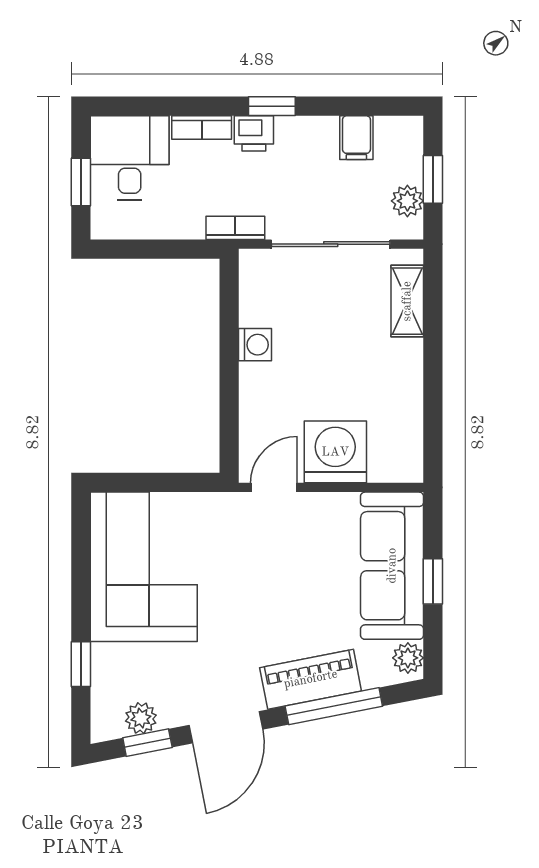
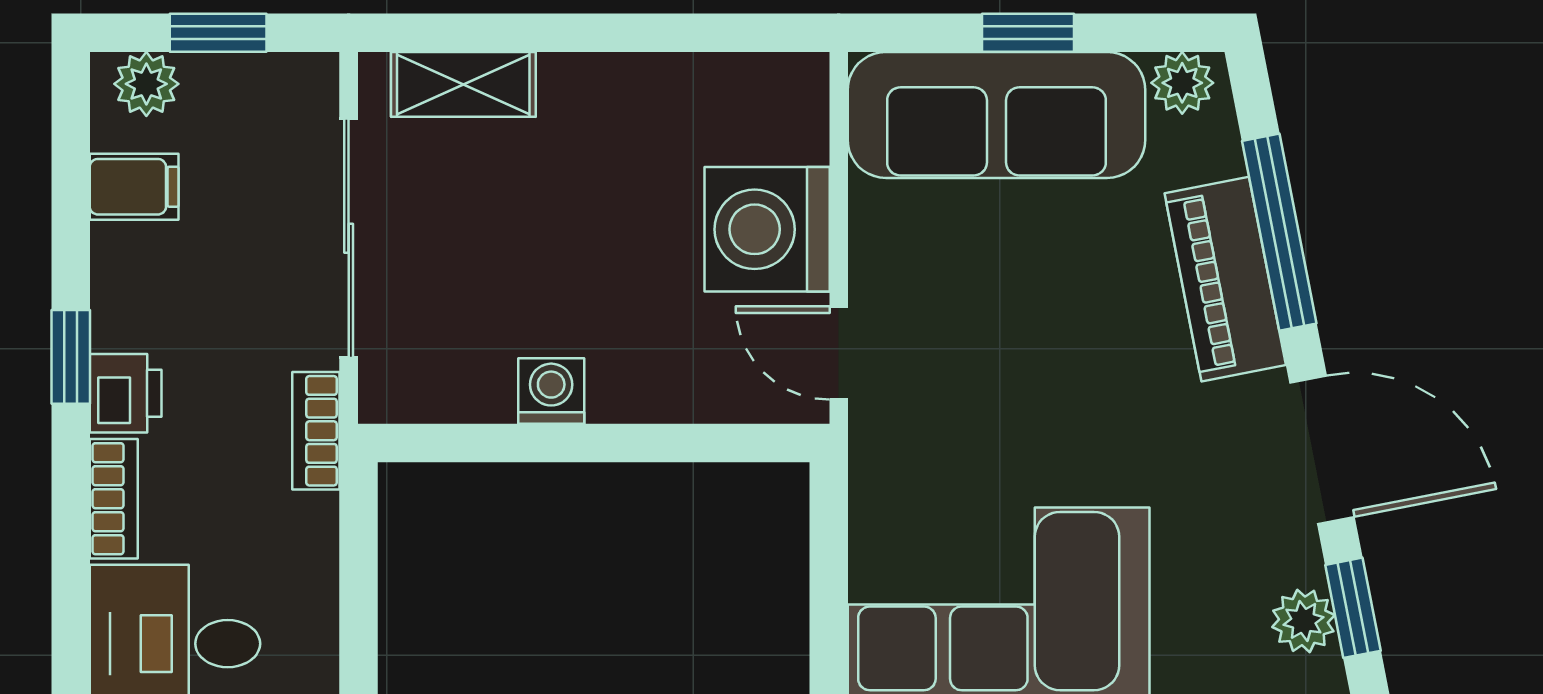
plant: (407, 201) -> (146, 84), moved

